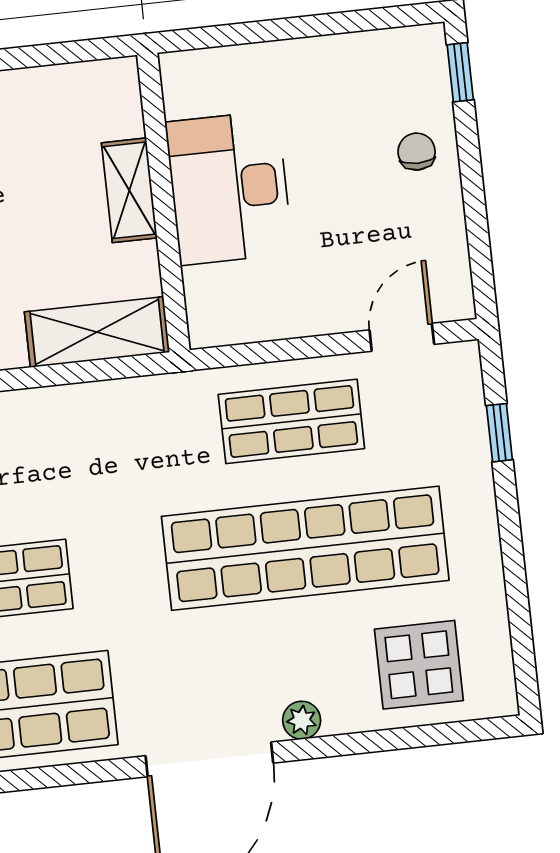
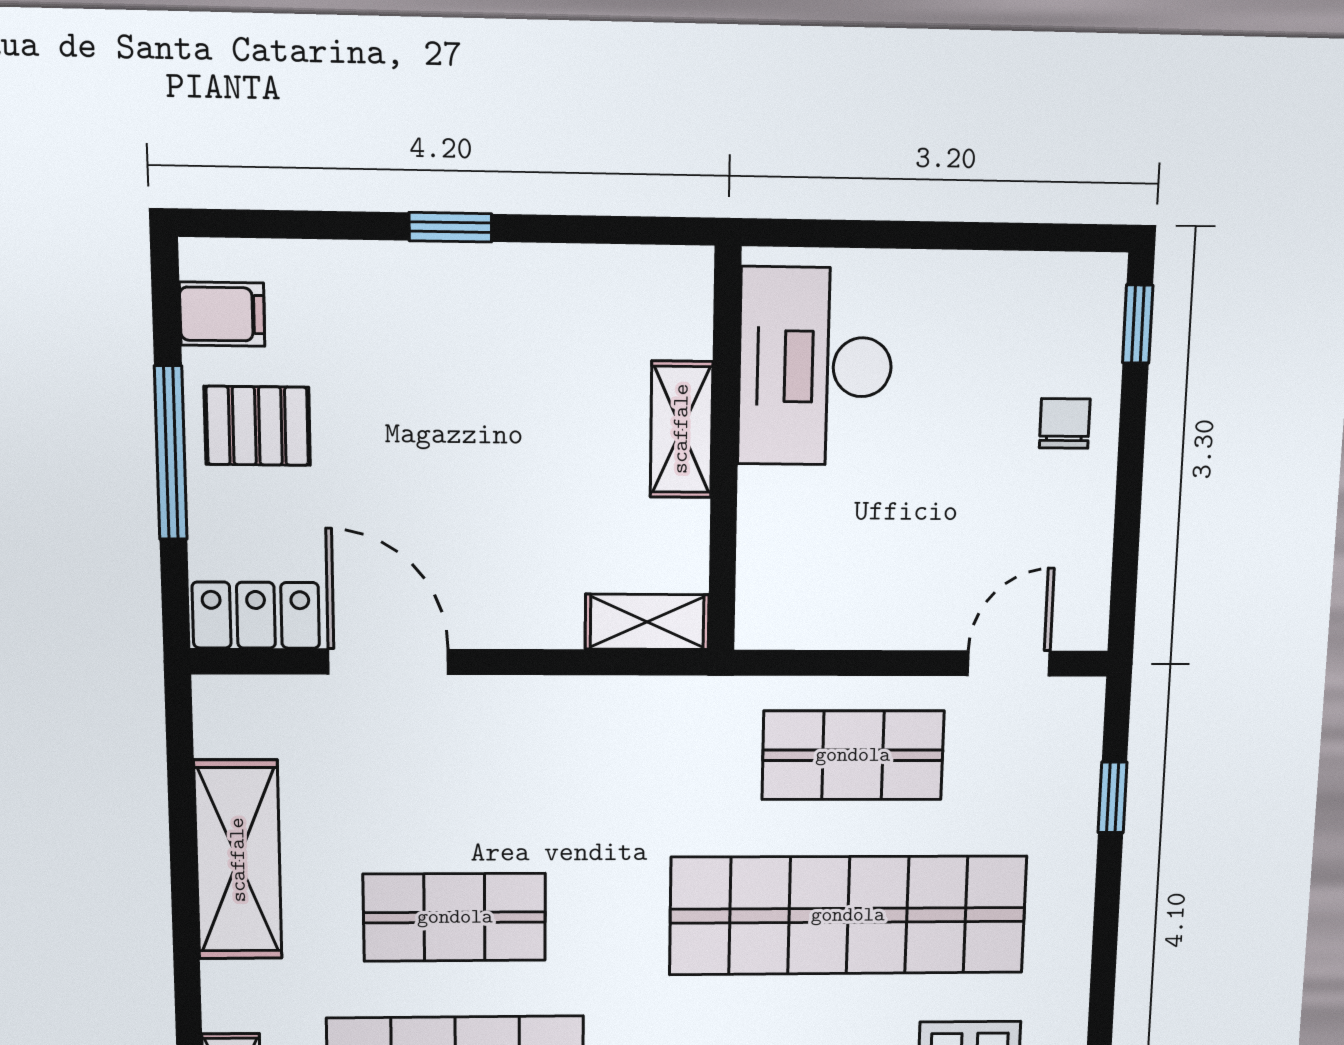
desk: (229, 188) -> (815, 367), moved
shelving: (97, 332) -> (647, 622), width x0.67, depth x0.75

